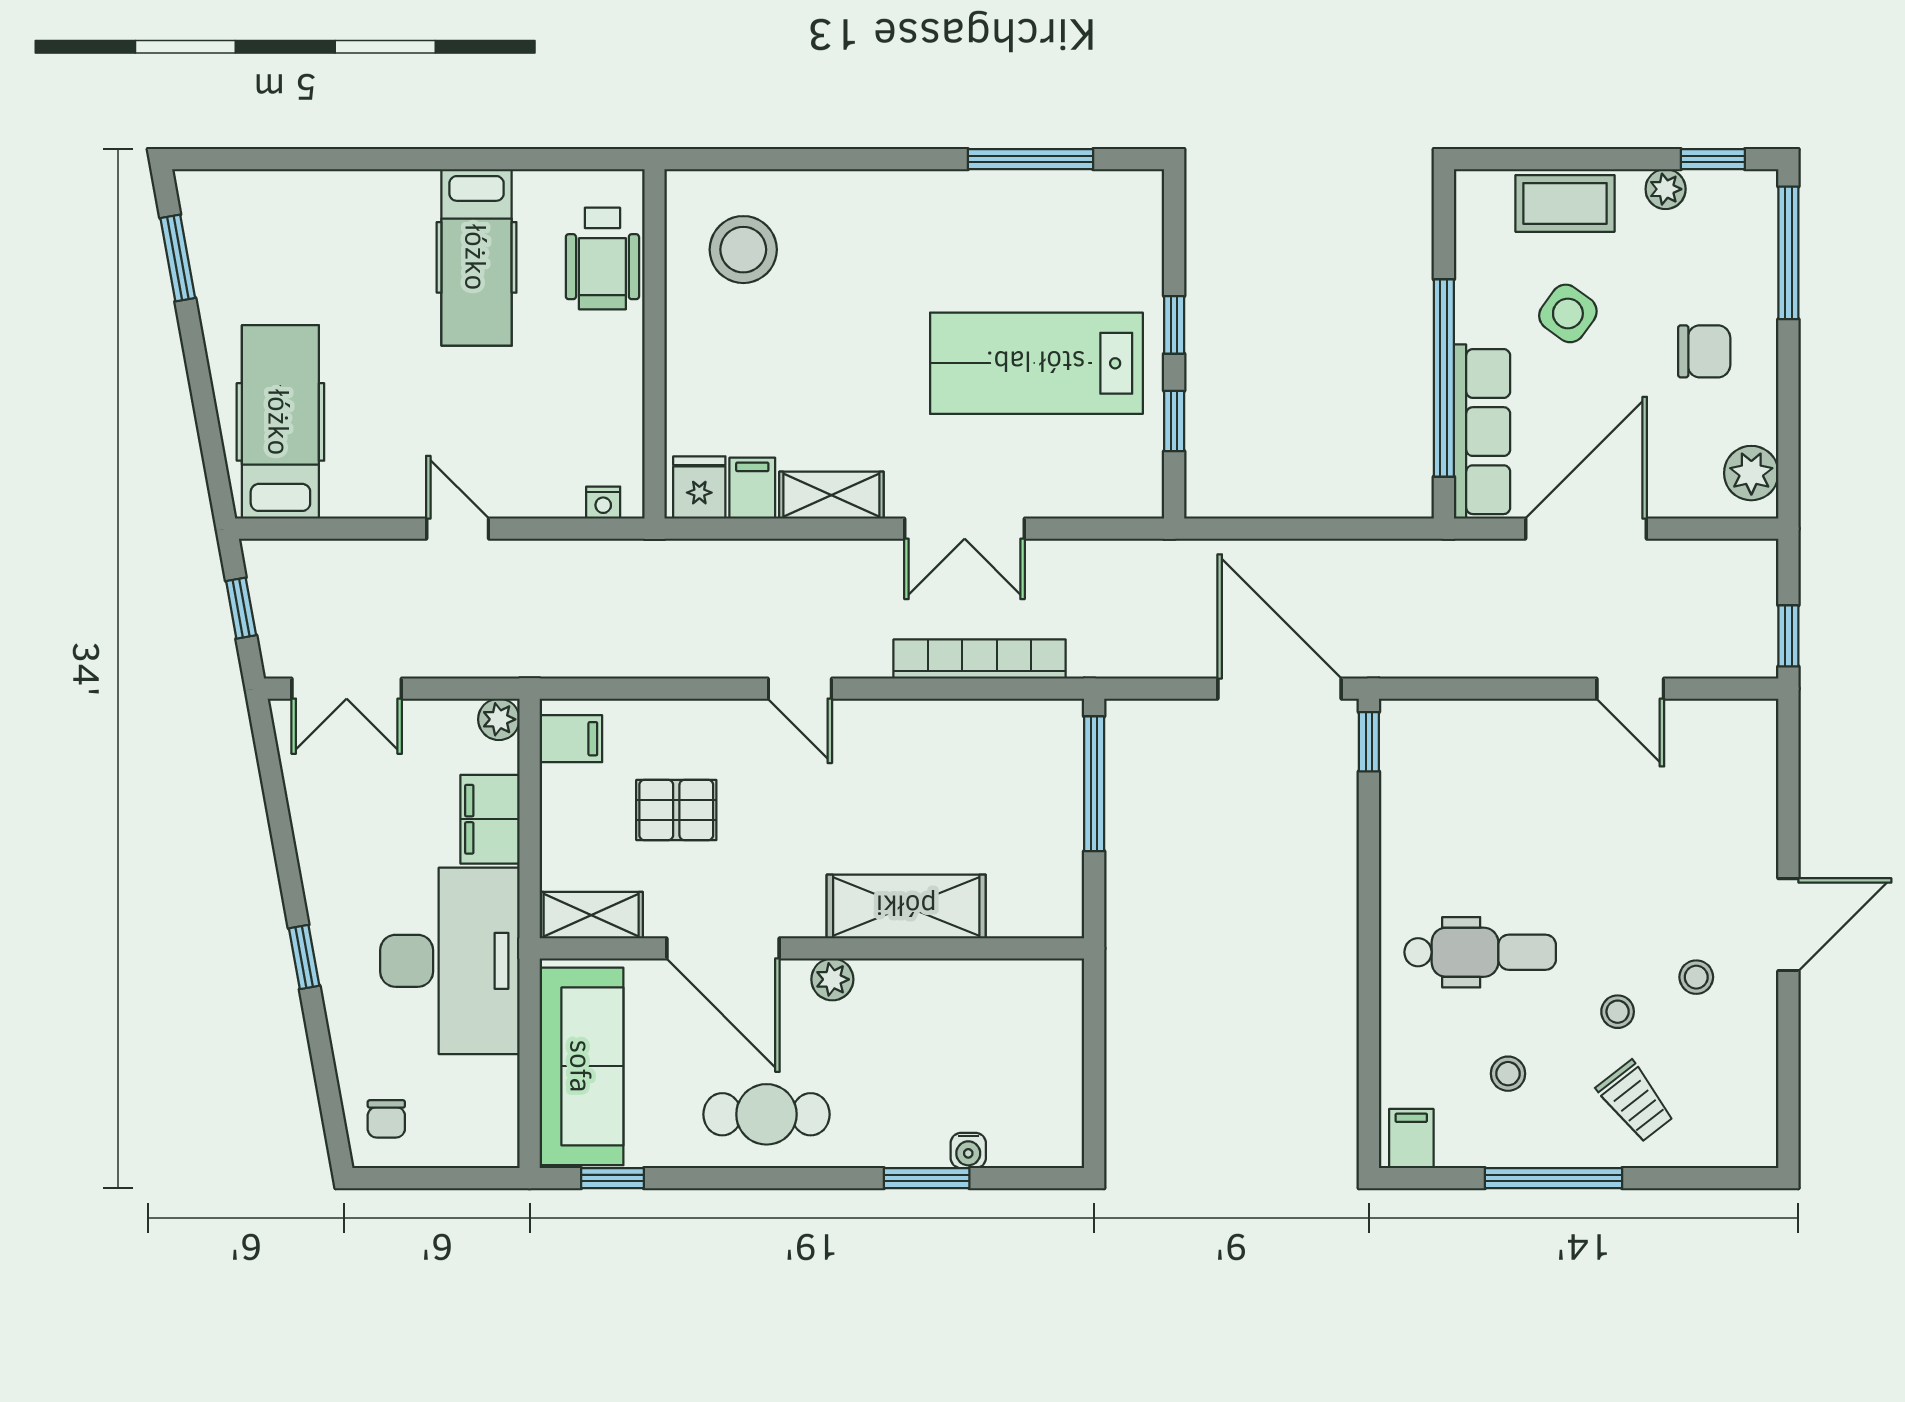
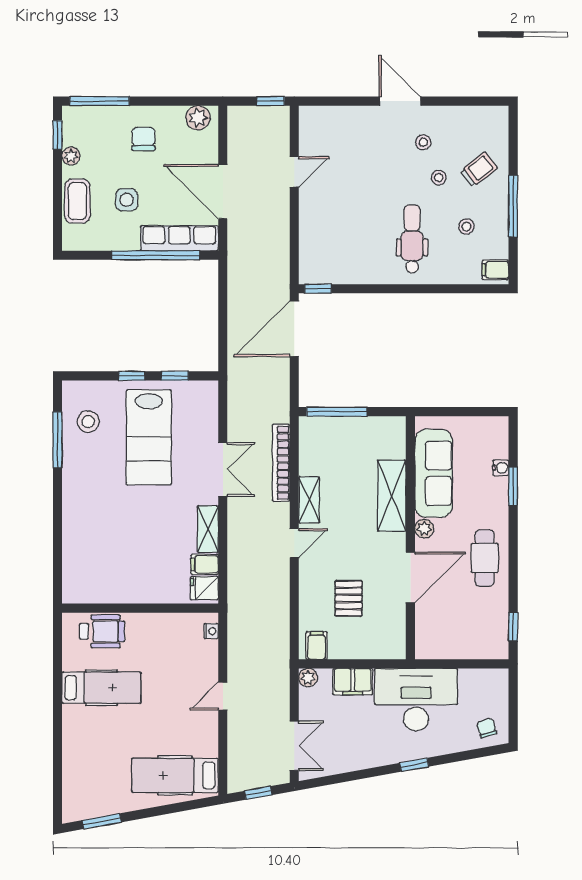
stool: (743, 250) -> (88, 422), moved, width x0.73, depth x0.73
side table: (1568, 313) -> (127, 200), turned -36
shelving: (591, 915) -> (309, 500), moved
sofa: (582, 1066) -> (434, 473), moved, turned 90
chair: (386, 1119) -> (487, 728), turned -107

